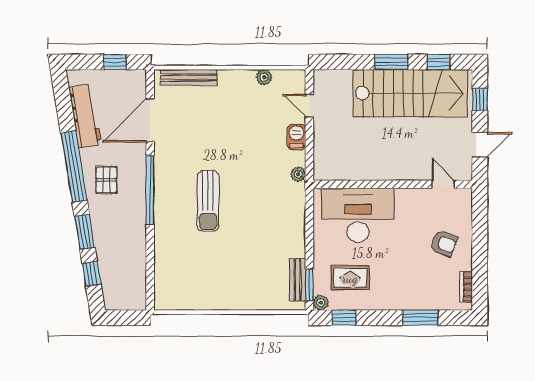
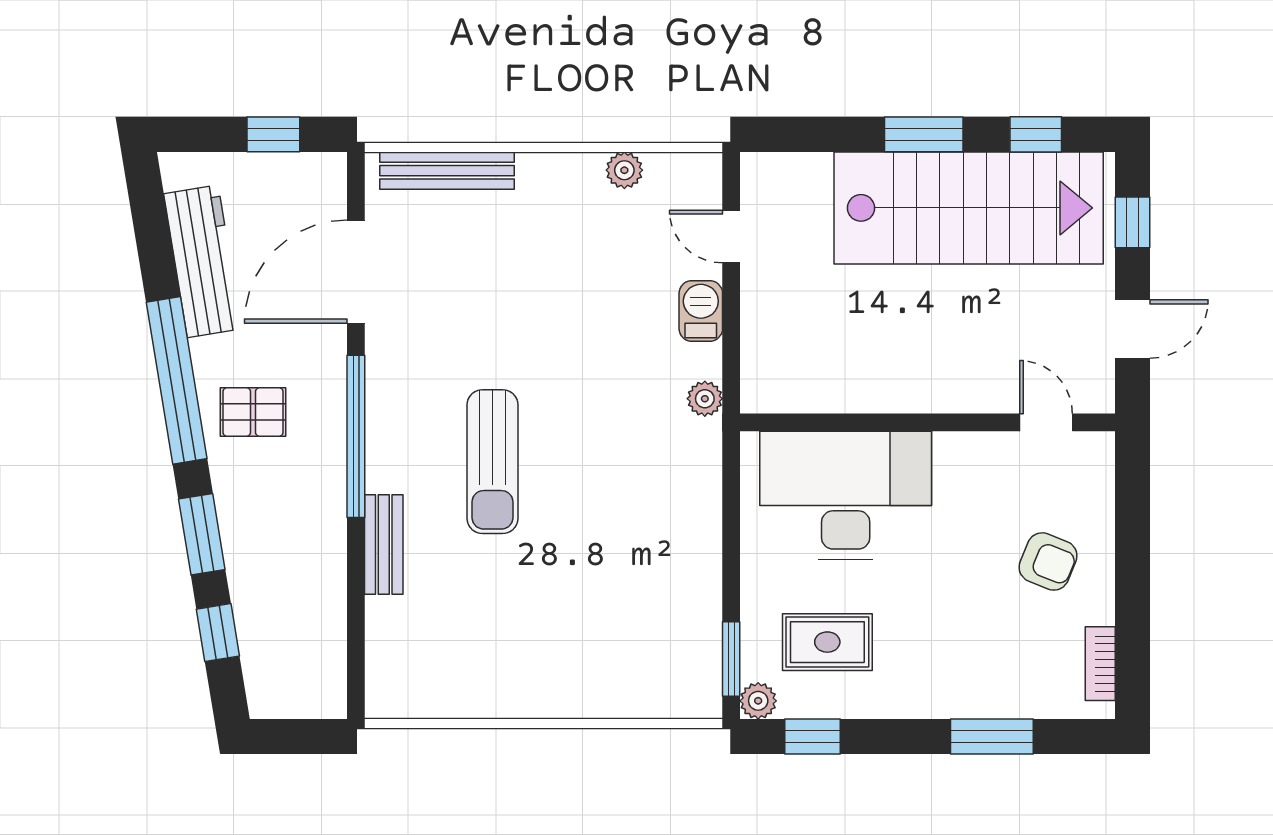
pallet: (106, 180) -> (253, 412), turned 90
bench: (298, 280) -> (384, 544), moved

